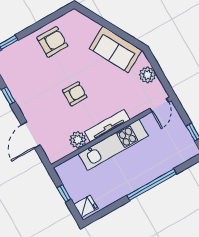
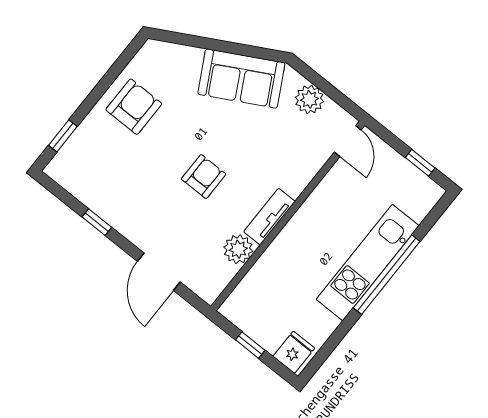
tv unit: (107, 126) -> (269, 217), width x0.71
kitchen unit: (113, 145) -> (368, 263), moved, turned 180

